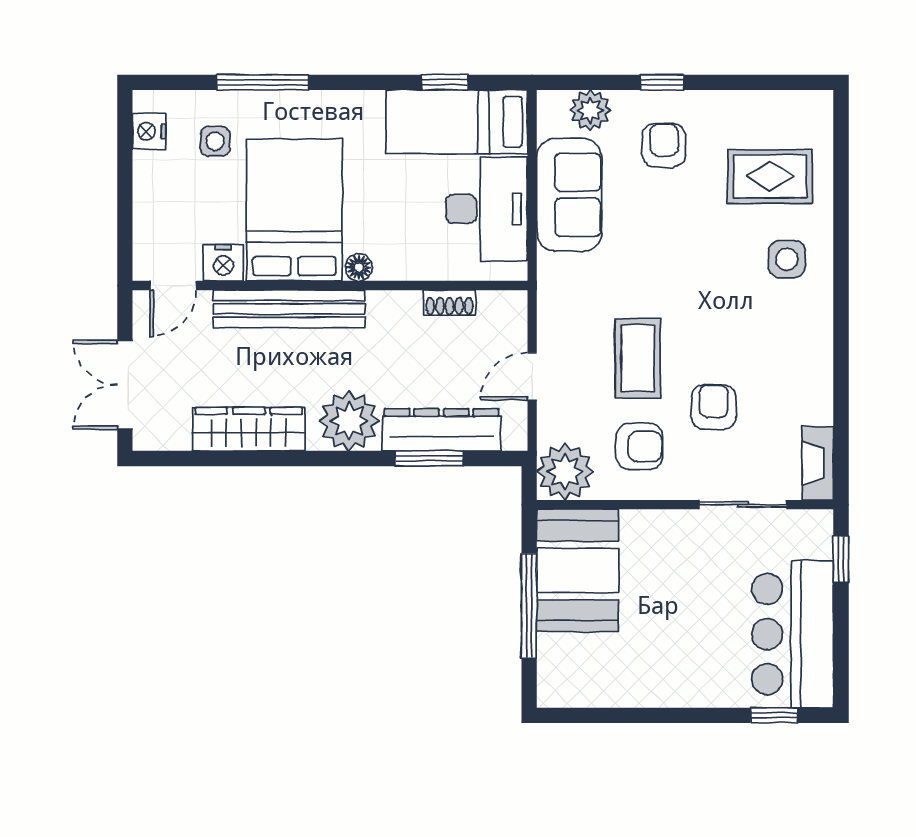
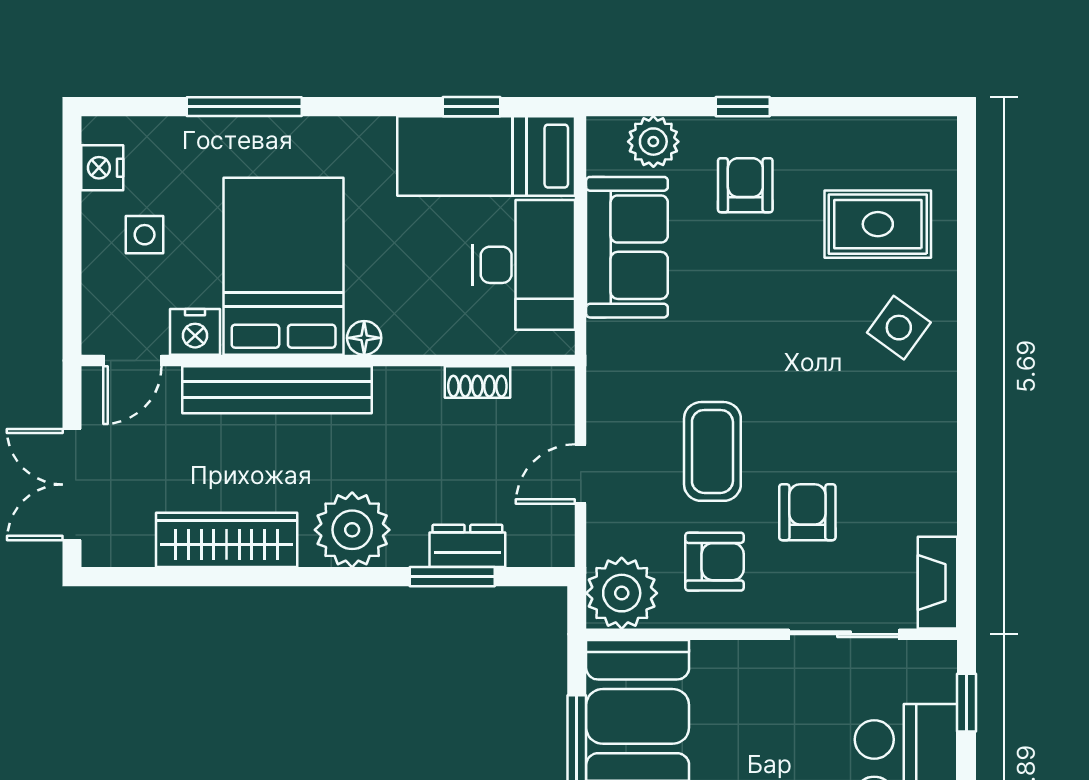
side table: (215, 141) -> (145, 235), moved
side table: (787, 259) -> (899, 328), turned 36
dresser: (441, 430) -> (467, 546), width x0.51, depth x0.80

